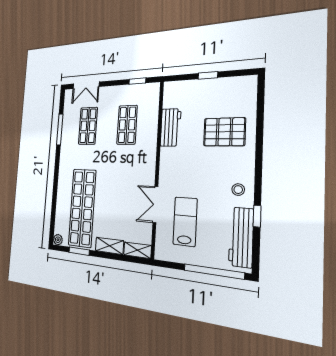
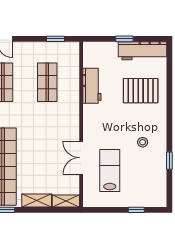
stool: (238, 190) -> (143, 142), moved
workbench: (241, 237) -> (142, 51), moved, turned -90
window: (214, 271) -> (136, 210), width x0.32

